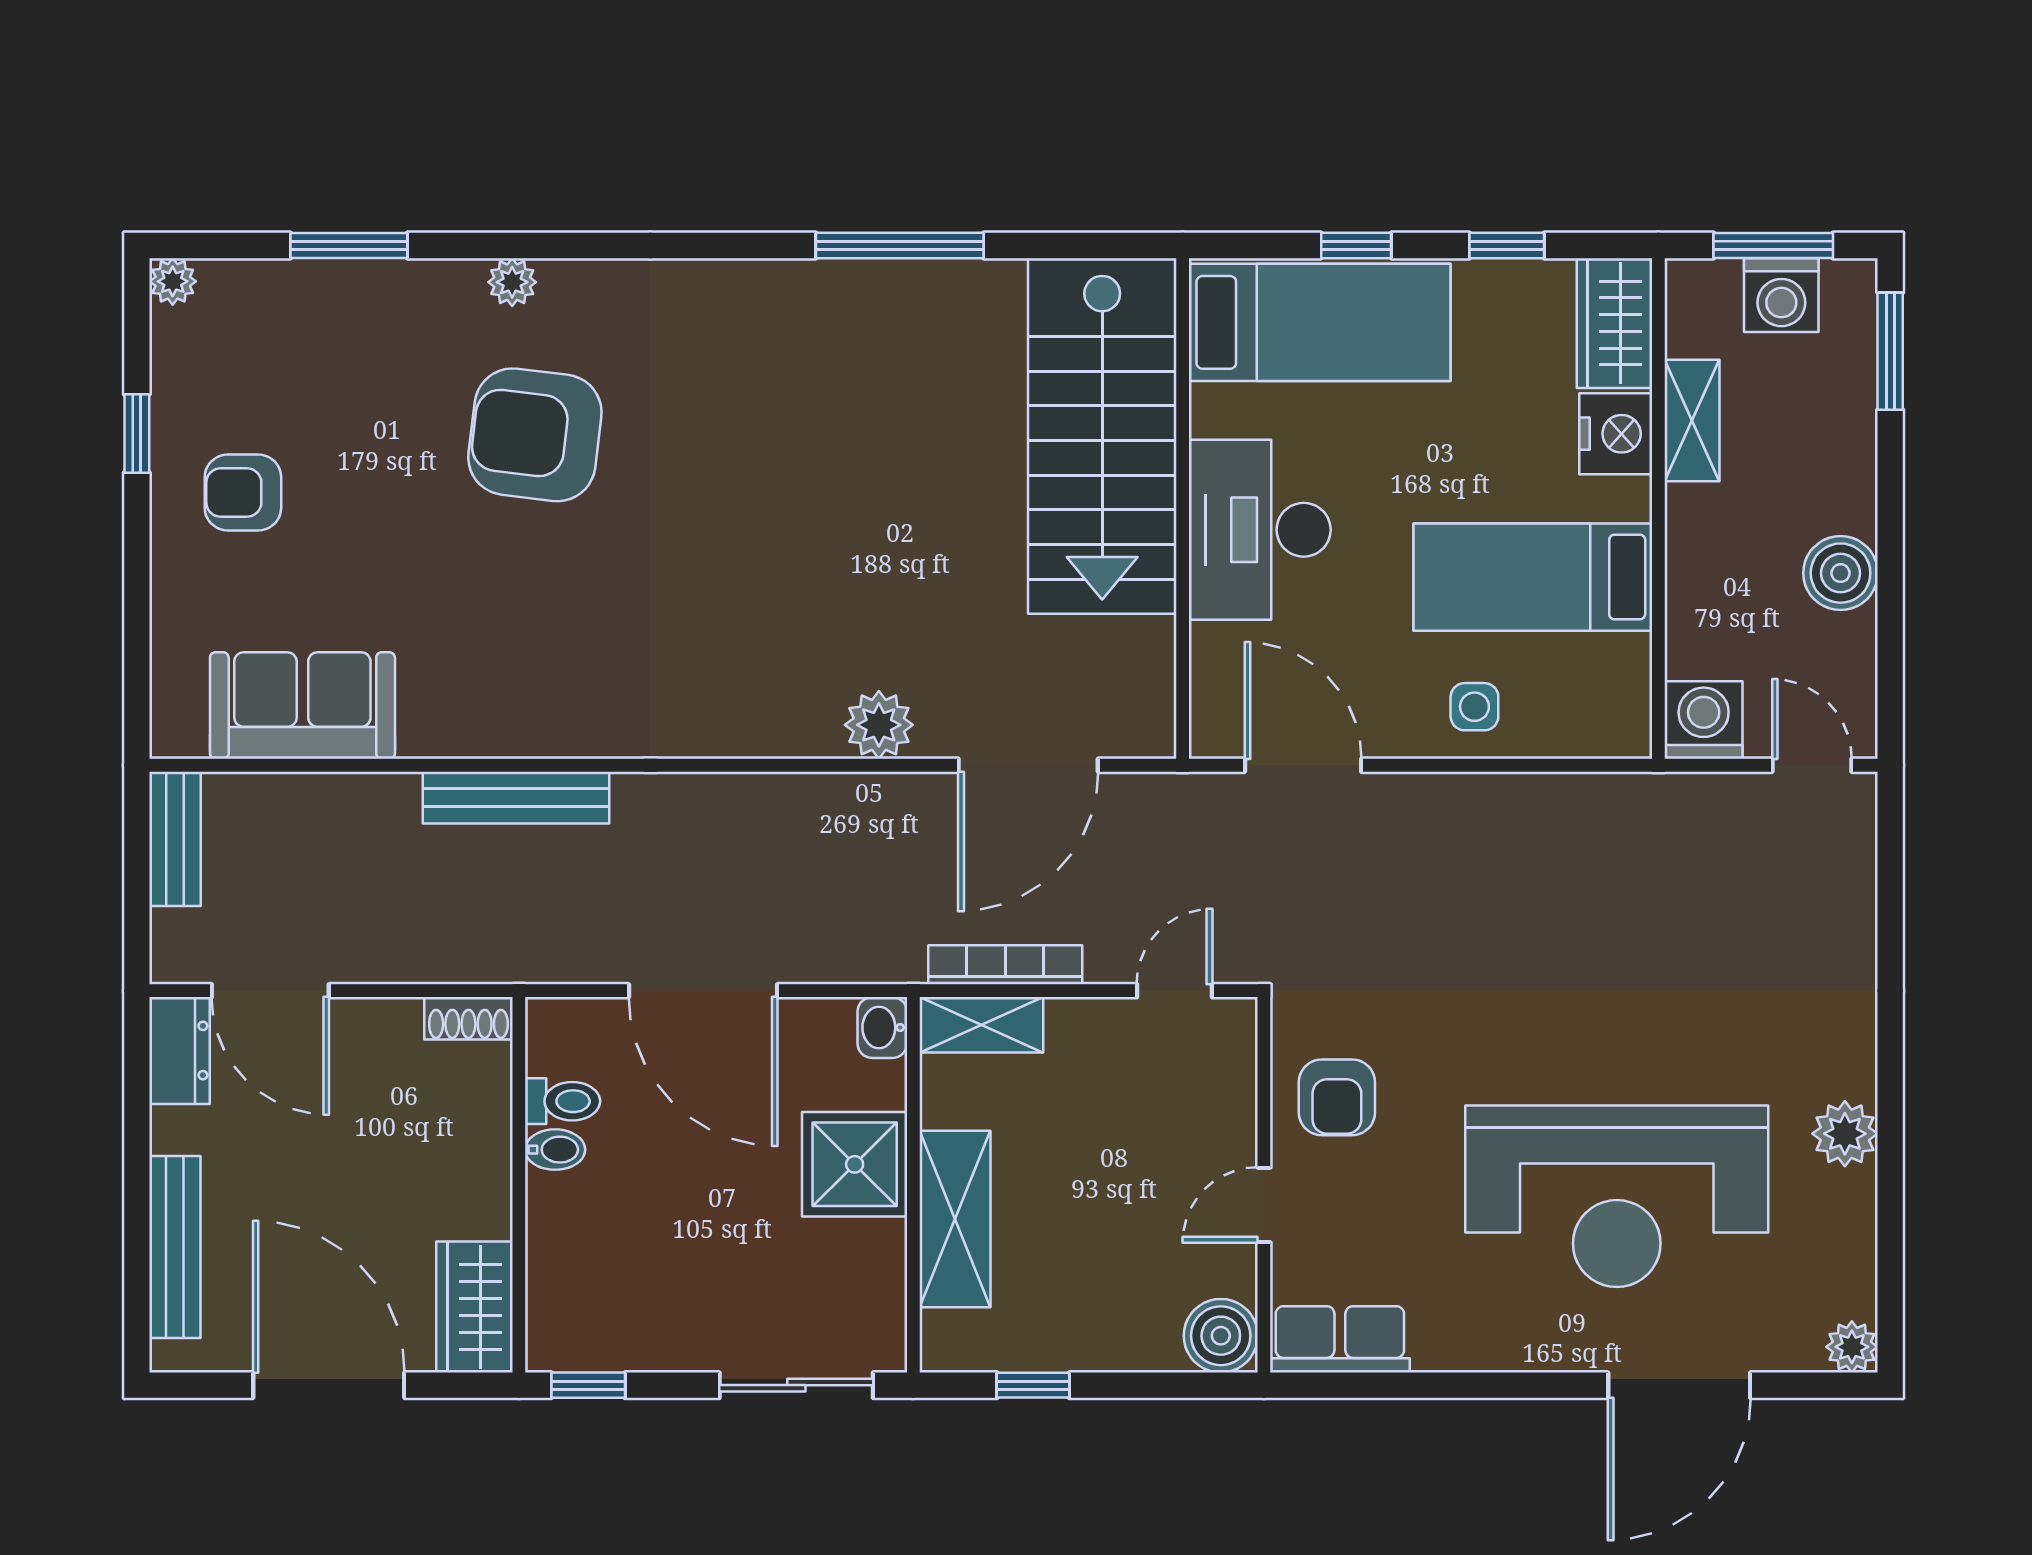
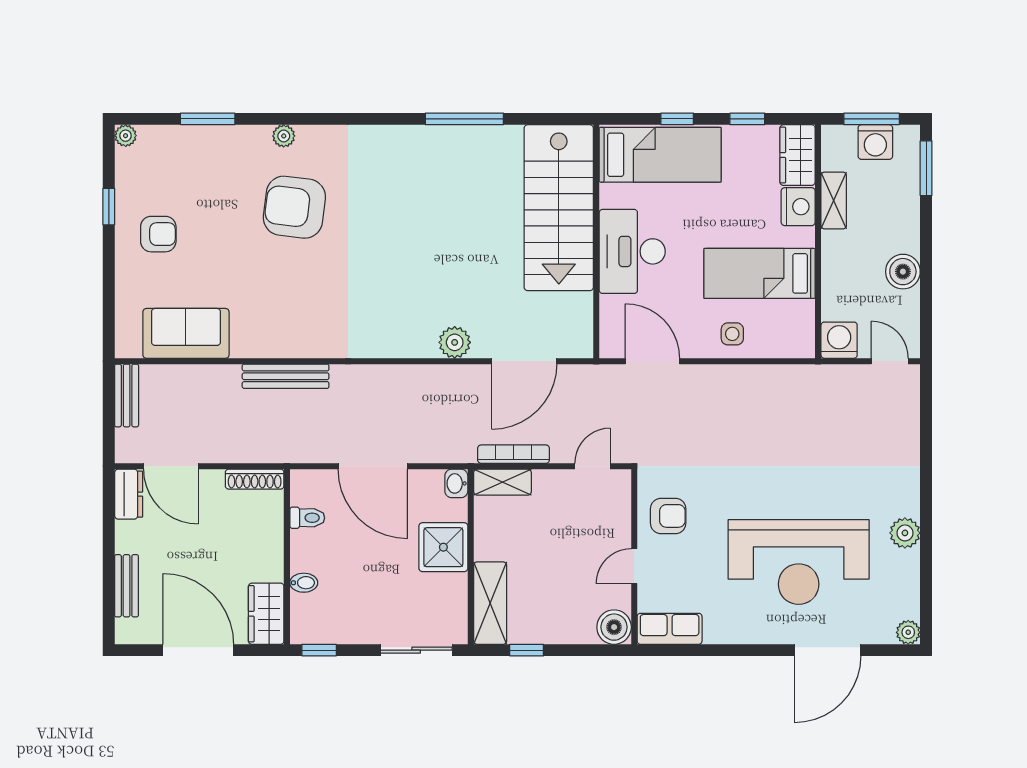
armchair: (243, 492) -> (158, 234), turned 180
shoe rack: (468, 1018) -> (255, 479), width x1.43
armchair: (1337, 1097) -> (668, 516), turned -90
bidet: (555, 1150) -> (304, 583), moved
shelving: (955, 1219) -> (490, 603), moved
bench: (175, 1247) -> (127, 586), width x0.73

